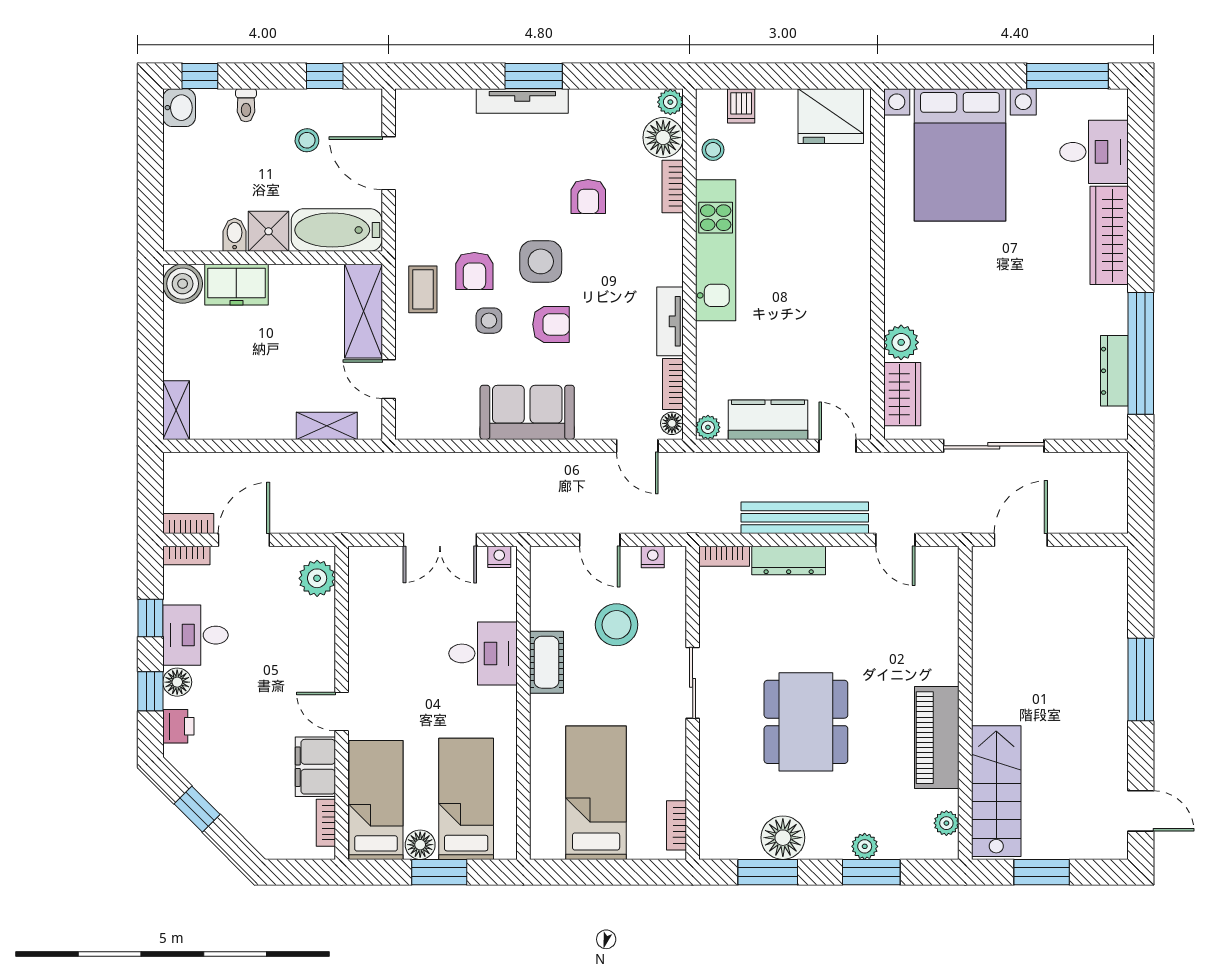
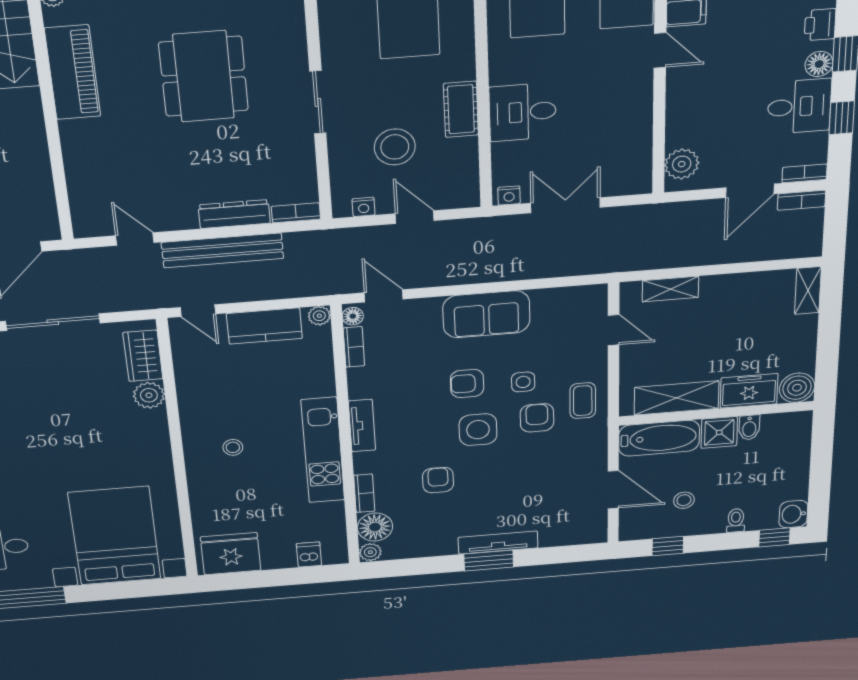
stool: (713, 150) -> (233, 447), moved
shelving: (363, 311) -> (677, 398), moved, turned 90
tv unit: (670, 321) -> (362, 426), moved

